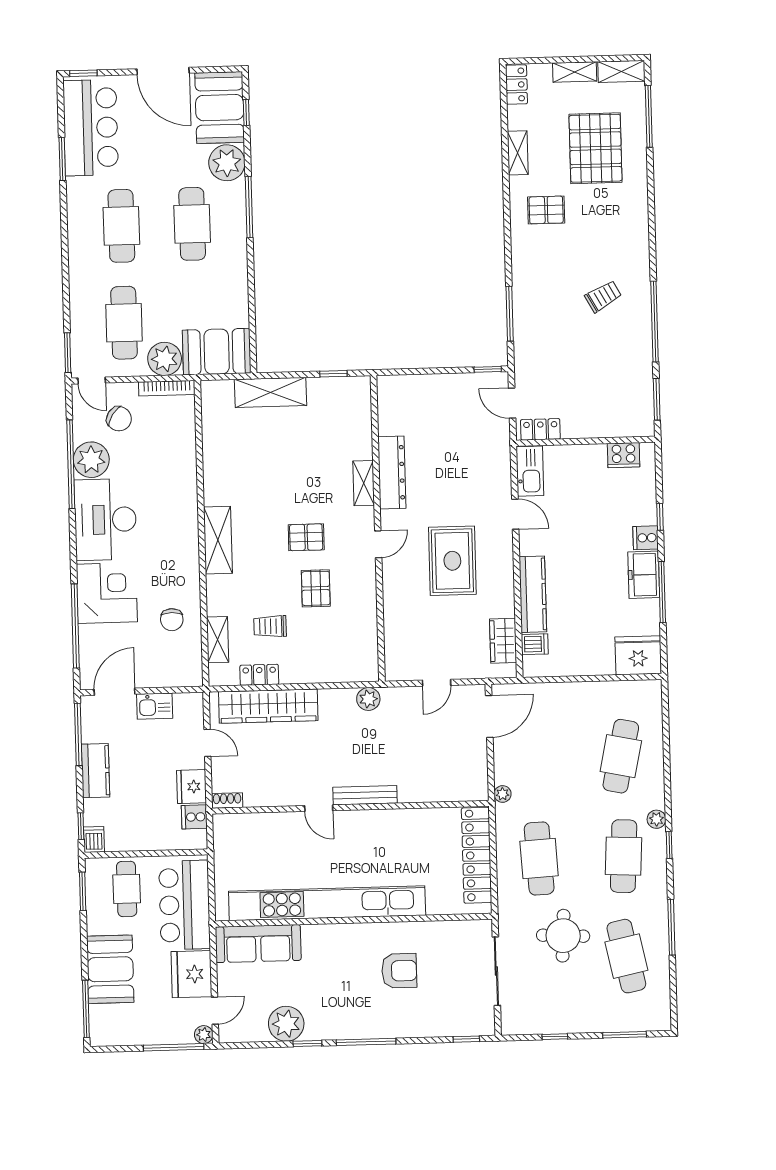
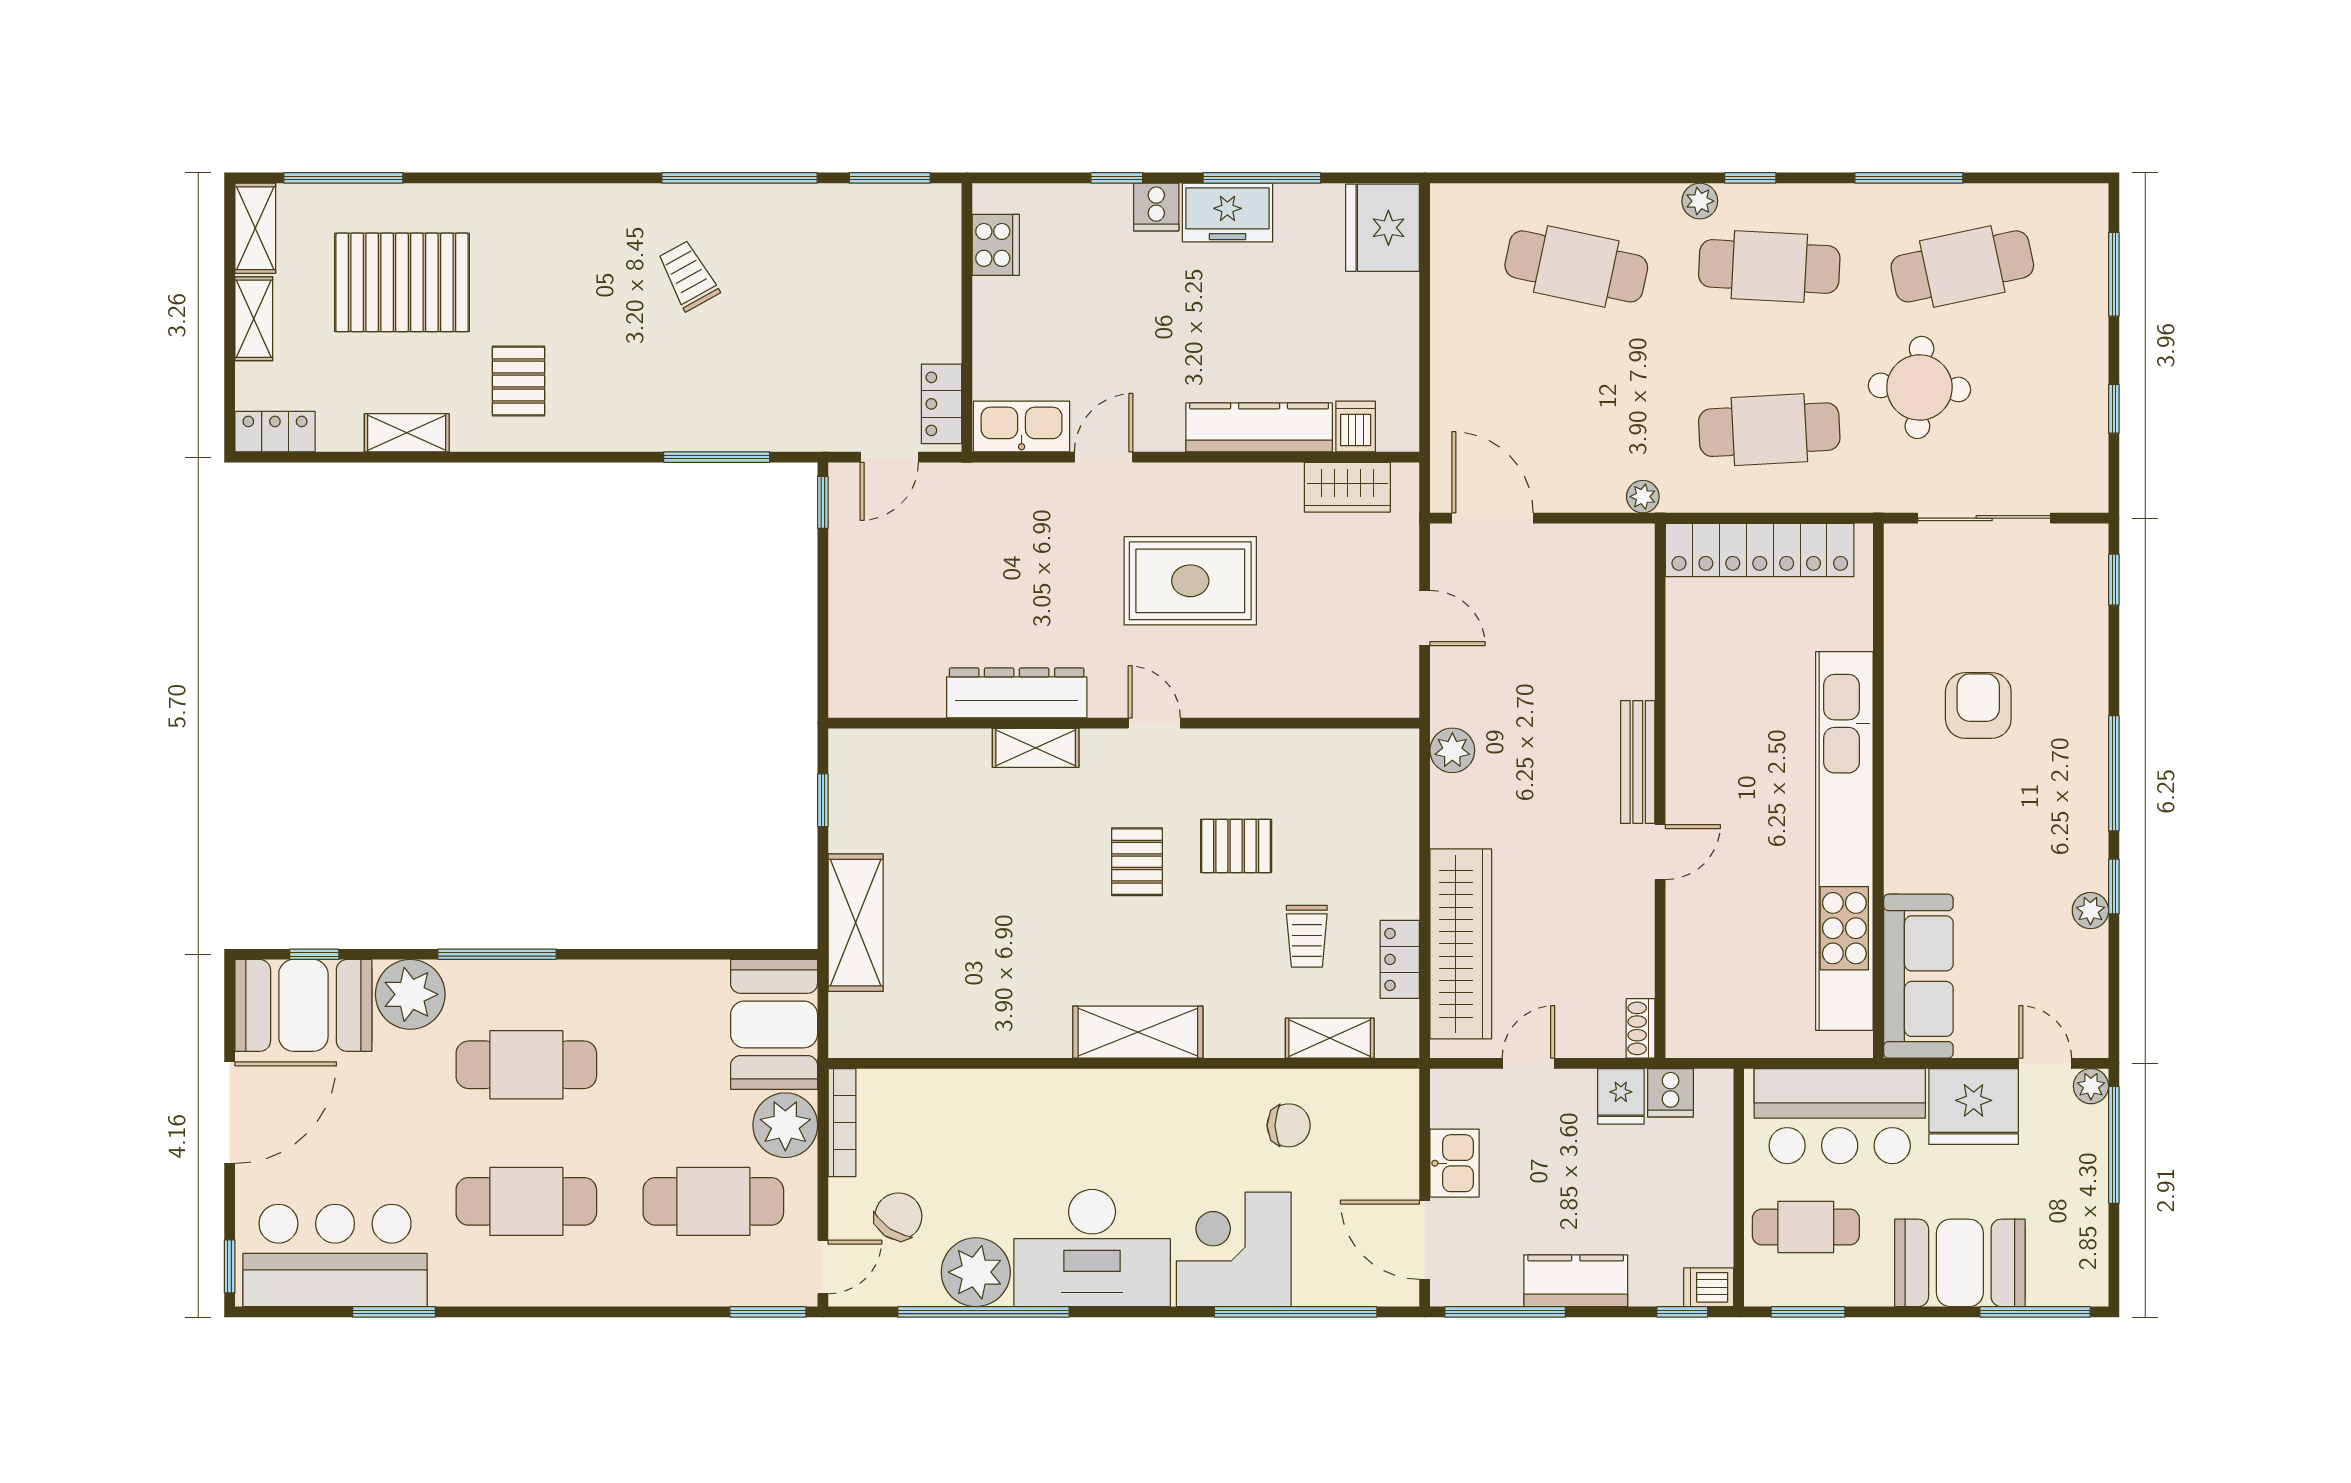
fridge: (191, 787) -> (1621, 1096), width x0.72
plant: (286, 1024) -> (2090, 911), width x0.53, depth x0.53

